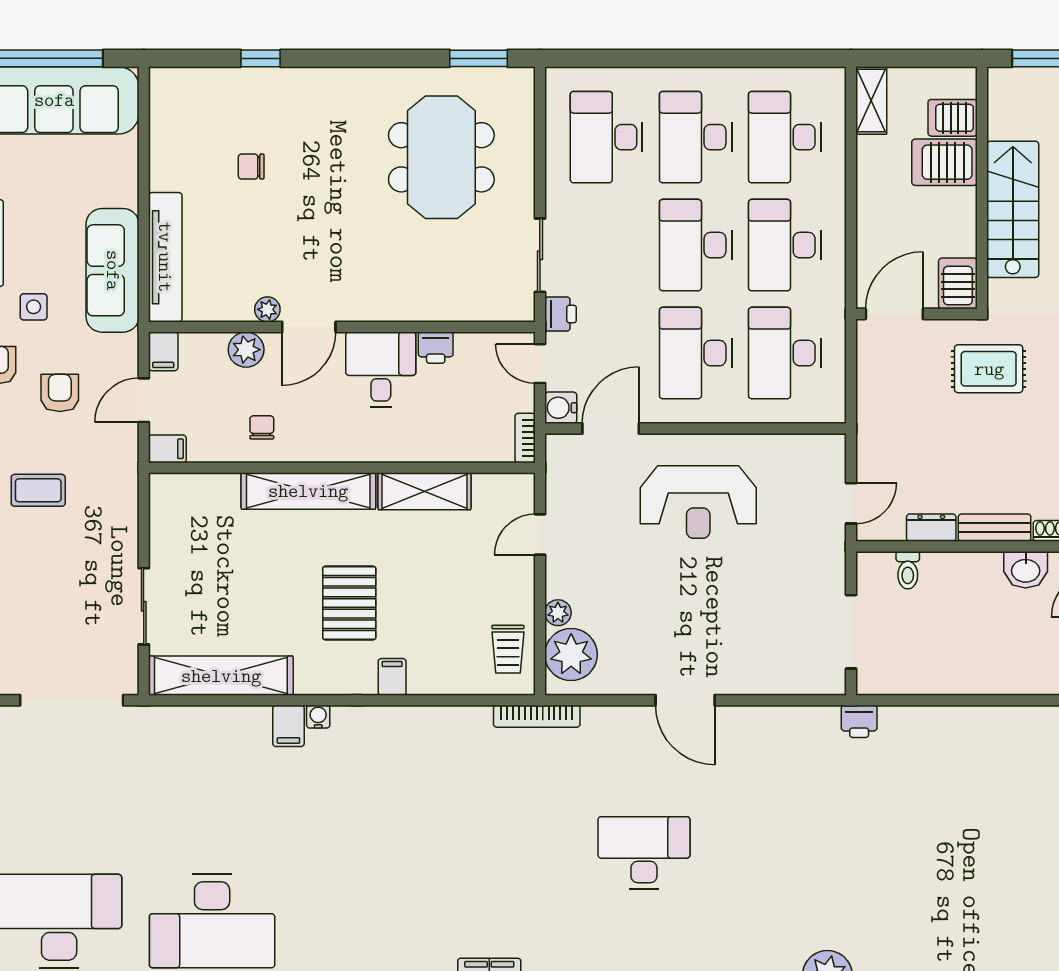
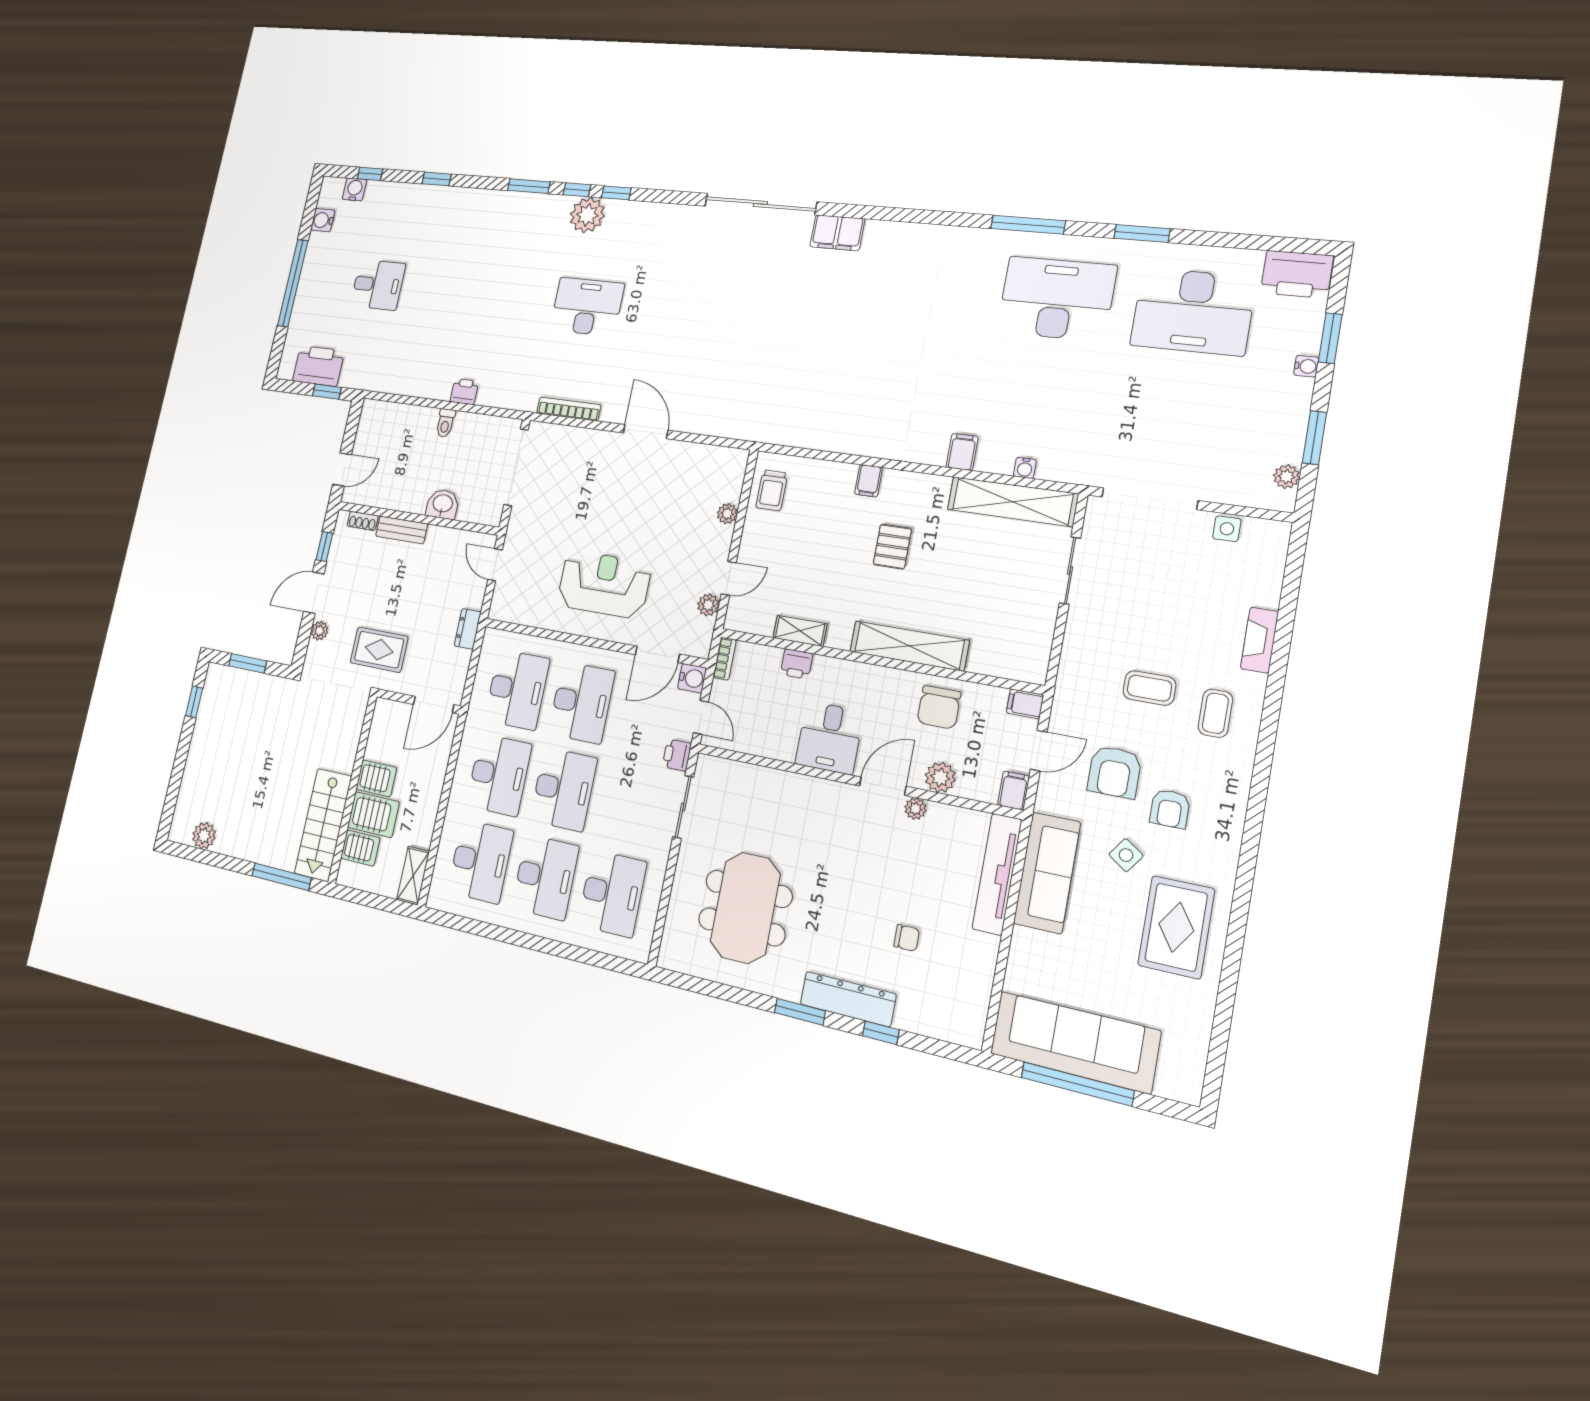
window: (479, 58) -> (800, 1012), moved
dresser: (304, 85) -> (848, 999), added
stairs: (1013, 209) -> (323, 825), moved
server rack: (958, 283) -> (376, 778), moved, turned -90
side table: (34, 307) -> (1126, 855), turned 35
printer: (436, 348) -> (796, 664), moved, turned 180
armchair: (60, 393) -> (1115, 772), width x1.38, depth x1.38
chair: (262, 427) -> (939, 707), width x1.87, depth x1.87
shelving: (425, 491) -> (800, 631), width x0.67, depth x0.75
door: (851, 503) -> (495, 565), hinge flipped
dresser: (931, 528) -> (468, 629), moved, turned 90
toilet: (908, 570) -> (445, 423), moved, turned 180
washbasin: (1026, 570) -> (443, 504), moved
pallet: (349, 603) -> (892, 547), width x0.67, depth x0.71
doorway: (851, 632) -> (516, 467), width x1.36
trolley: (508, 649) -> (772, 490), turned 180
plant: (571, 655) -> (708, 605), moved, width x0.53, depth x0.53
bookcase: (537, 716) -> (569, 409), moved
water cooler: (318, 717) -> (1025, 468), moved
printer: (859, 721) -> (464, 392), moved
desk: (644, 853) -> (587, 307), moved, turned 180

